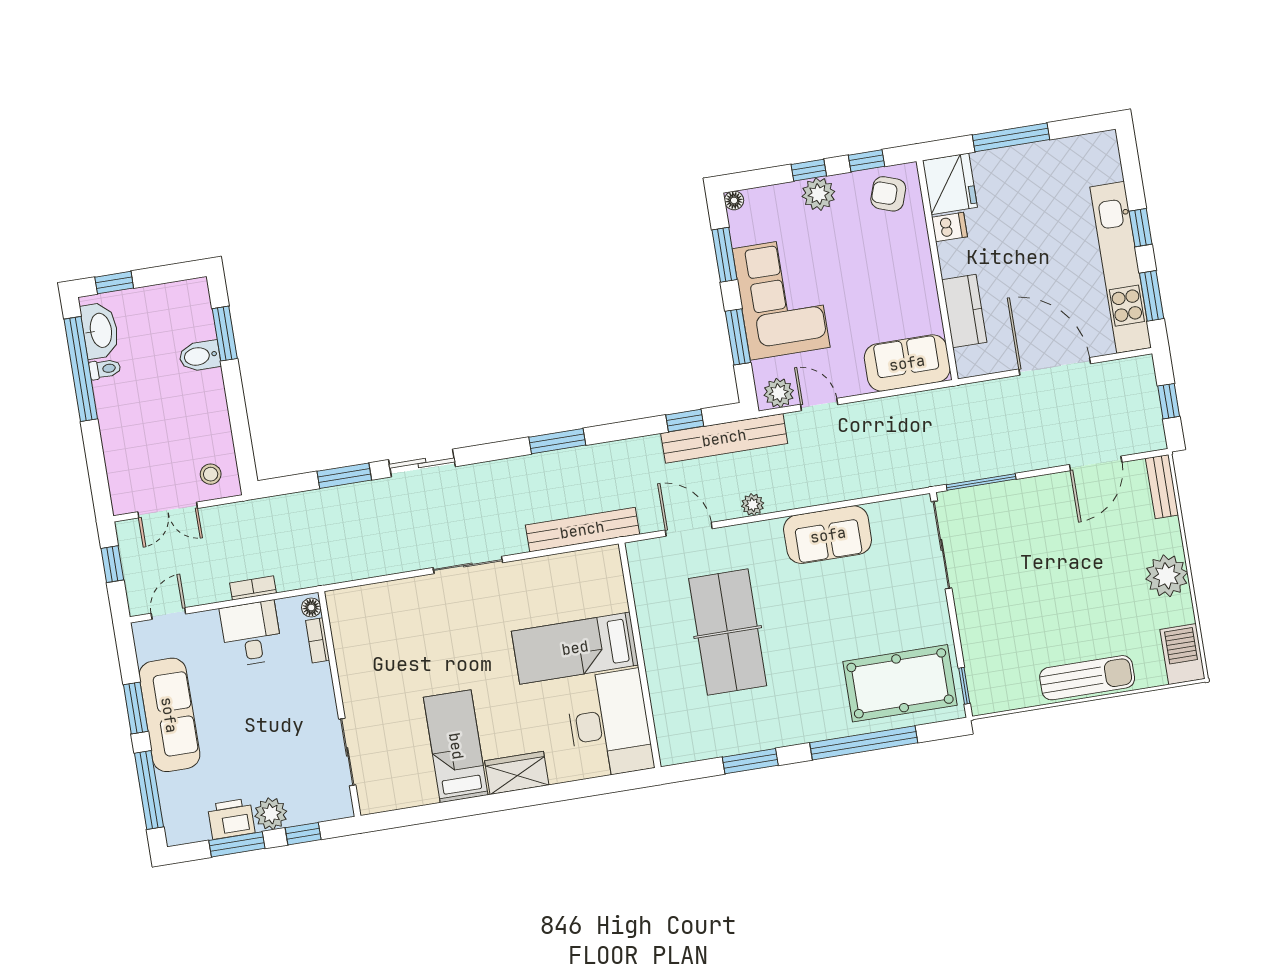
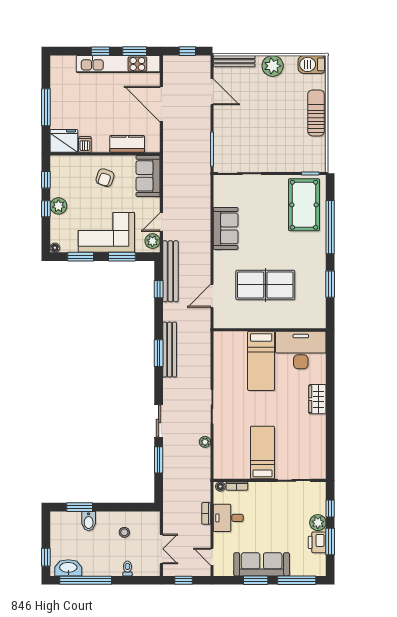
armchair: (888, 194) -> (105, 178), moved
door: (1055, 366) -> (161, 104), hinge flipped
toilet: (105, 369) -> (127, 569), moved
stool: (211, 474) -> (124, 532), moved
bench: (1162, 487) -> (234, 61), width x1.36
plant: (753, 505) -> (205, 442), moved
bench: (582, 530) -> (170, 350), moved
bed: (456, 746) -> (262, 452), moved, turned 90

